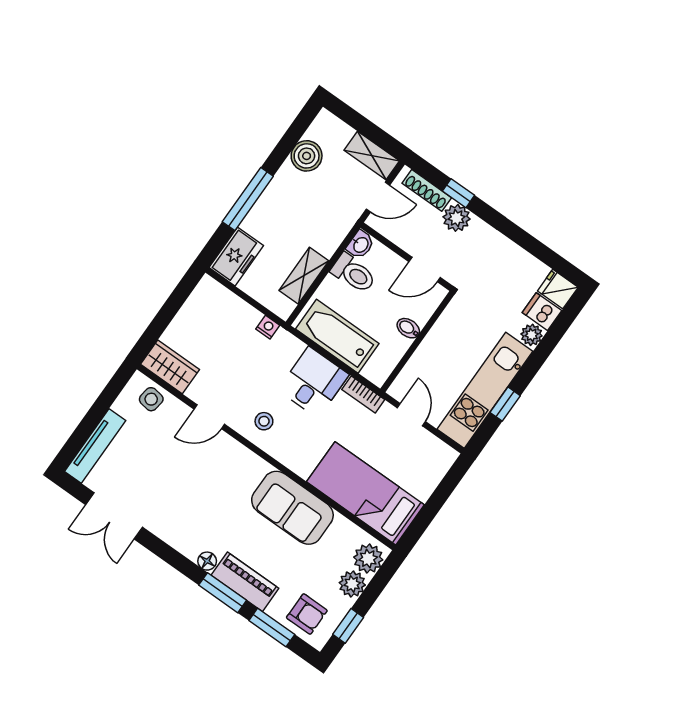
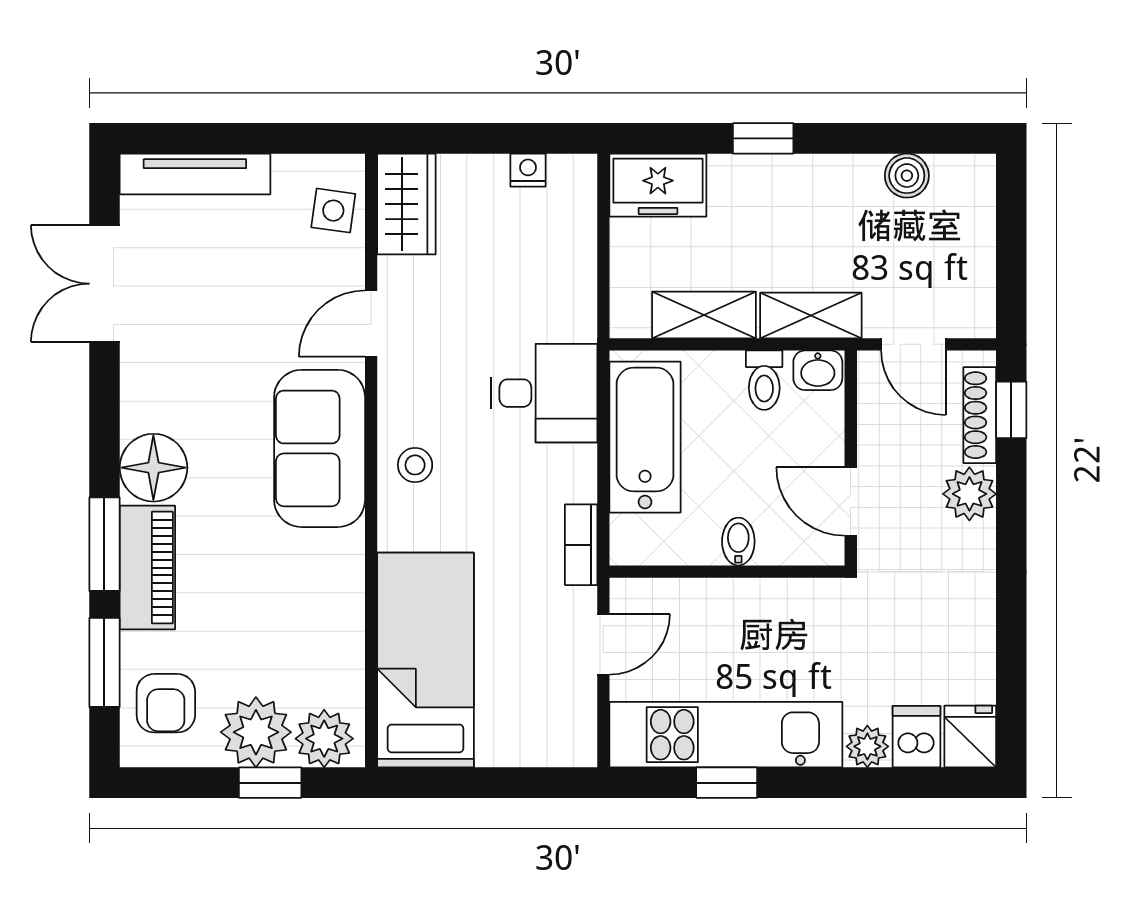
boiler: (307, 156) -> (907, 176), width x0.73, depth x0.73
shelving: (372, 156) -> (811, 315), moved, turned 90
window: (459, 193) -> (1011, 410), moved
window: (248, 199) -> (763, 138), width x0.46
toilet: (354, 273) -> (764, 380), width x0.73, depth x0.72
nightstand: (268, 327) -> (528, 170), moved, turned -90
desk: (313, 382) -> (544, 393), moved
door: (209, 417) -> (371, 324), hinge flipped
stool: (264, 421) -> (415, 465), moved
sofa: (292, 508) -> (320, 448), moved
floor lamp: (207, 561) -> (153, 468), width x1.89, depth x1.89
plant: (352, 584) -> (256, 732), width x1.36, depth x1.36
window: (348, 626) -> (270, 783), moved

